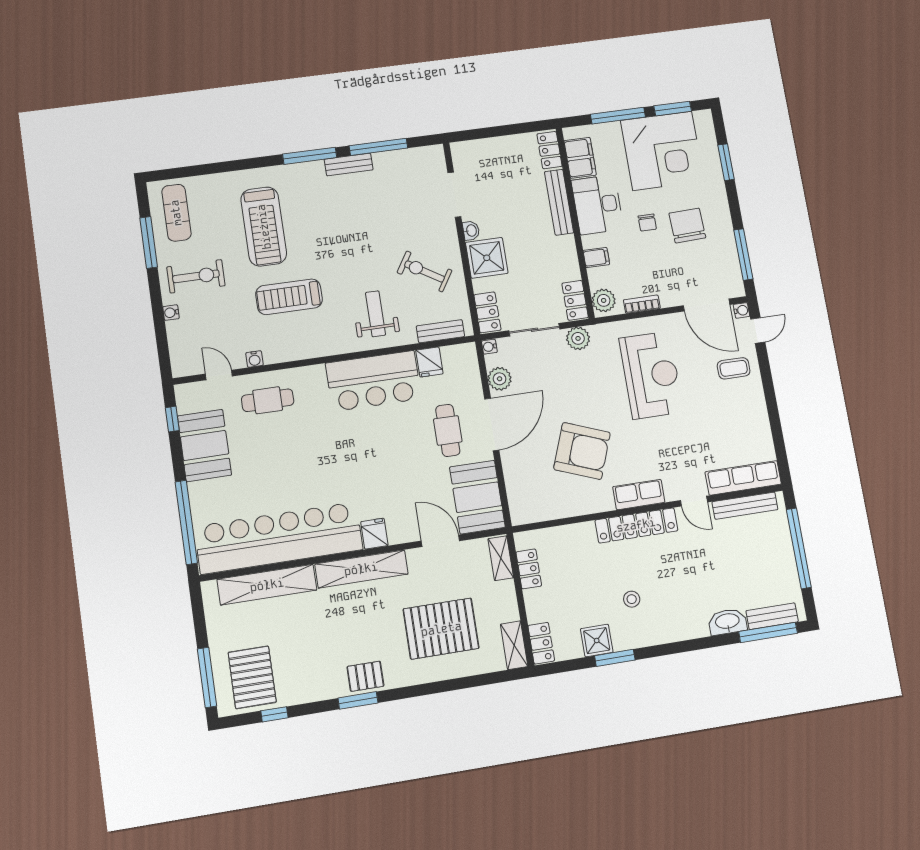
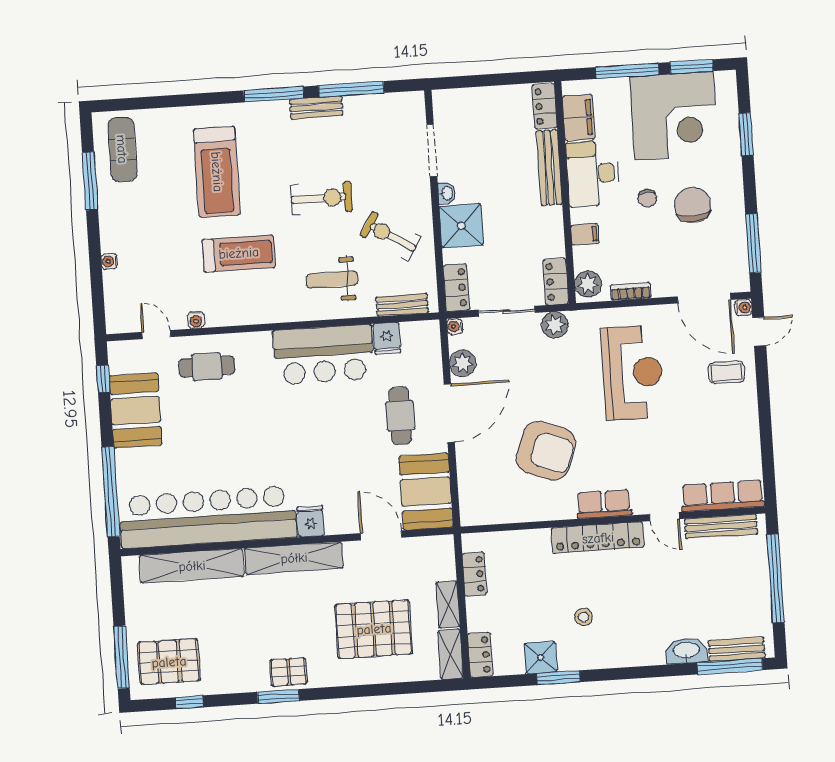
exercise bike: (196, 276) -> (321, 198), moved
treadmill: (289, 297) -> (239, 253), turned 180
weight bench: (376, 314) -> (332, 280), turned -90
shelving: (501, 558) -> (448, 605), moved
pallet: (252, 677) -> (169, 662), turned 90

